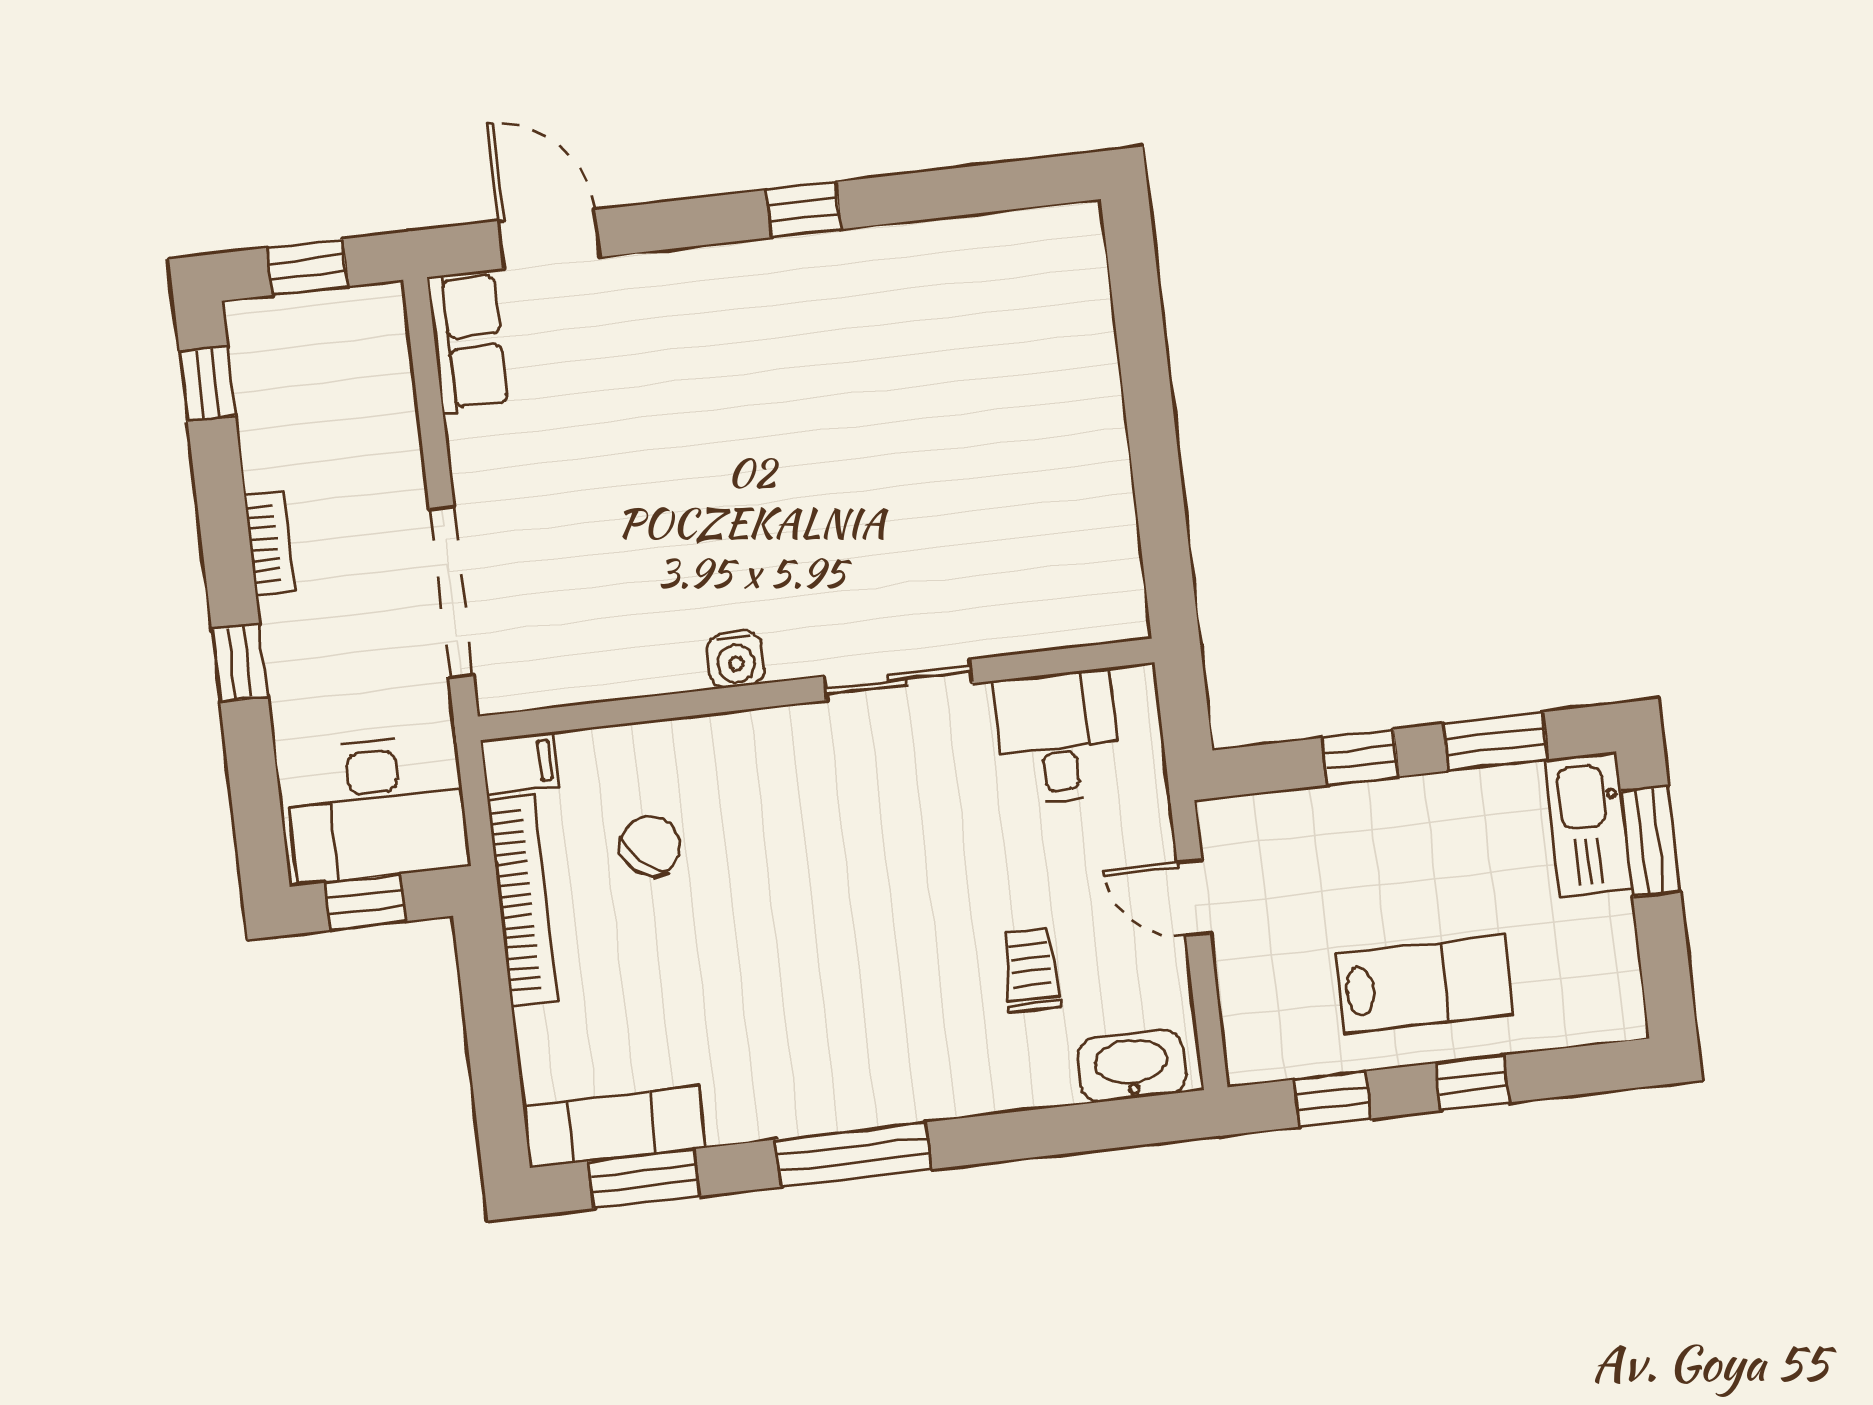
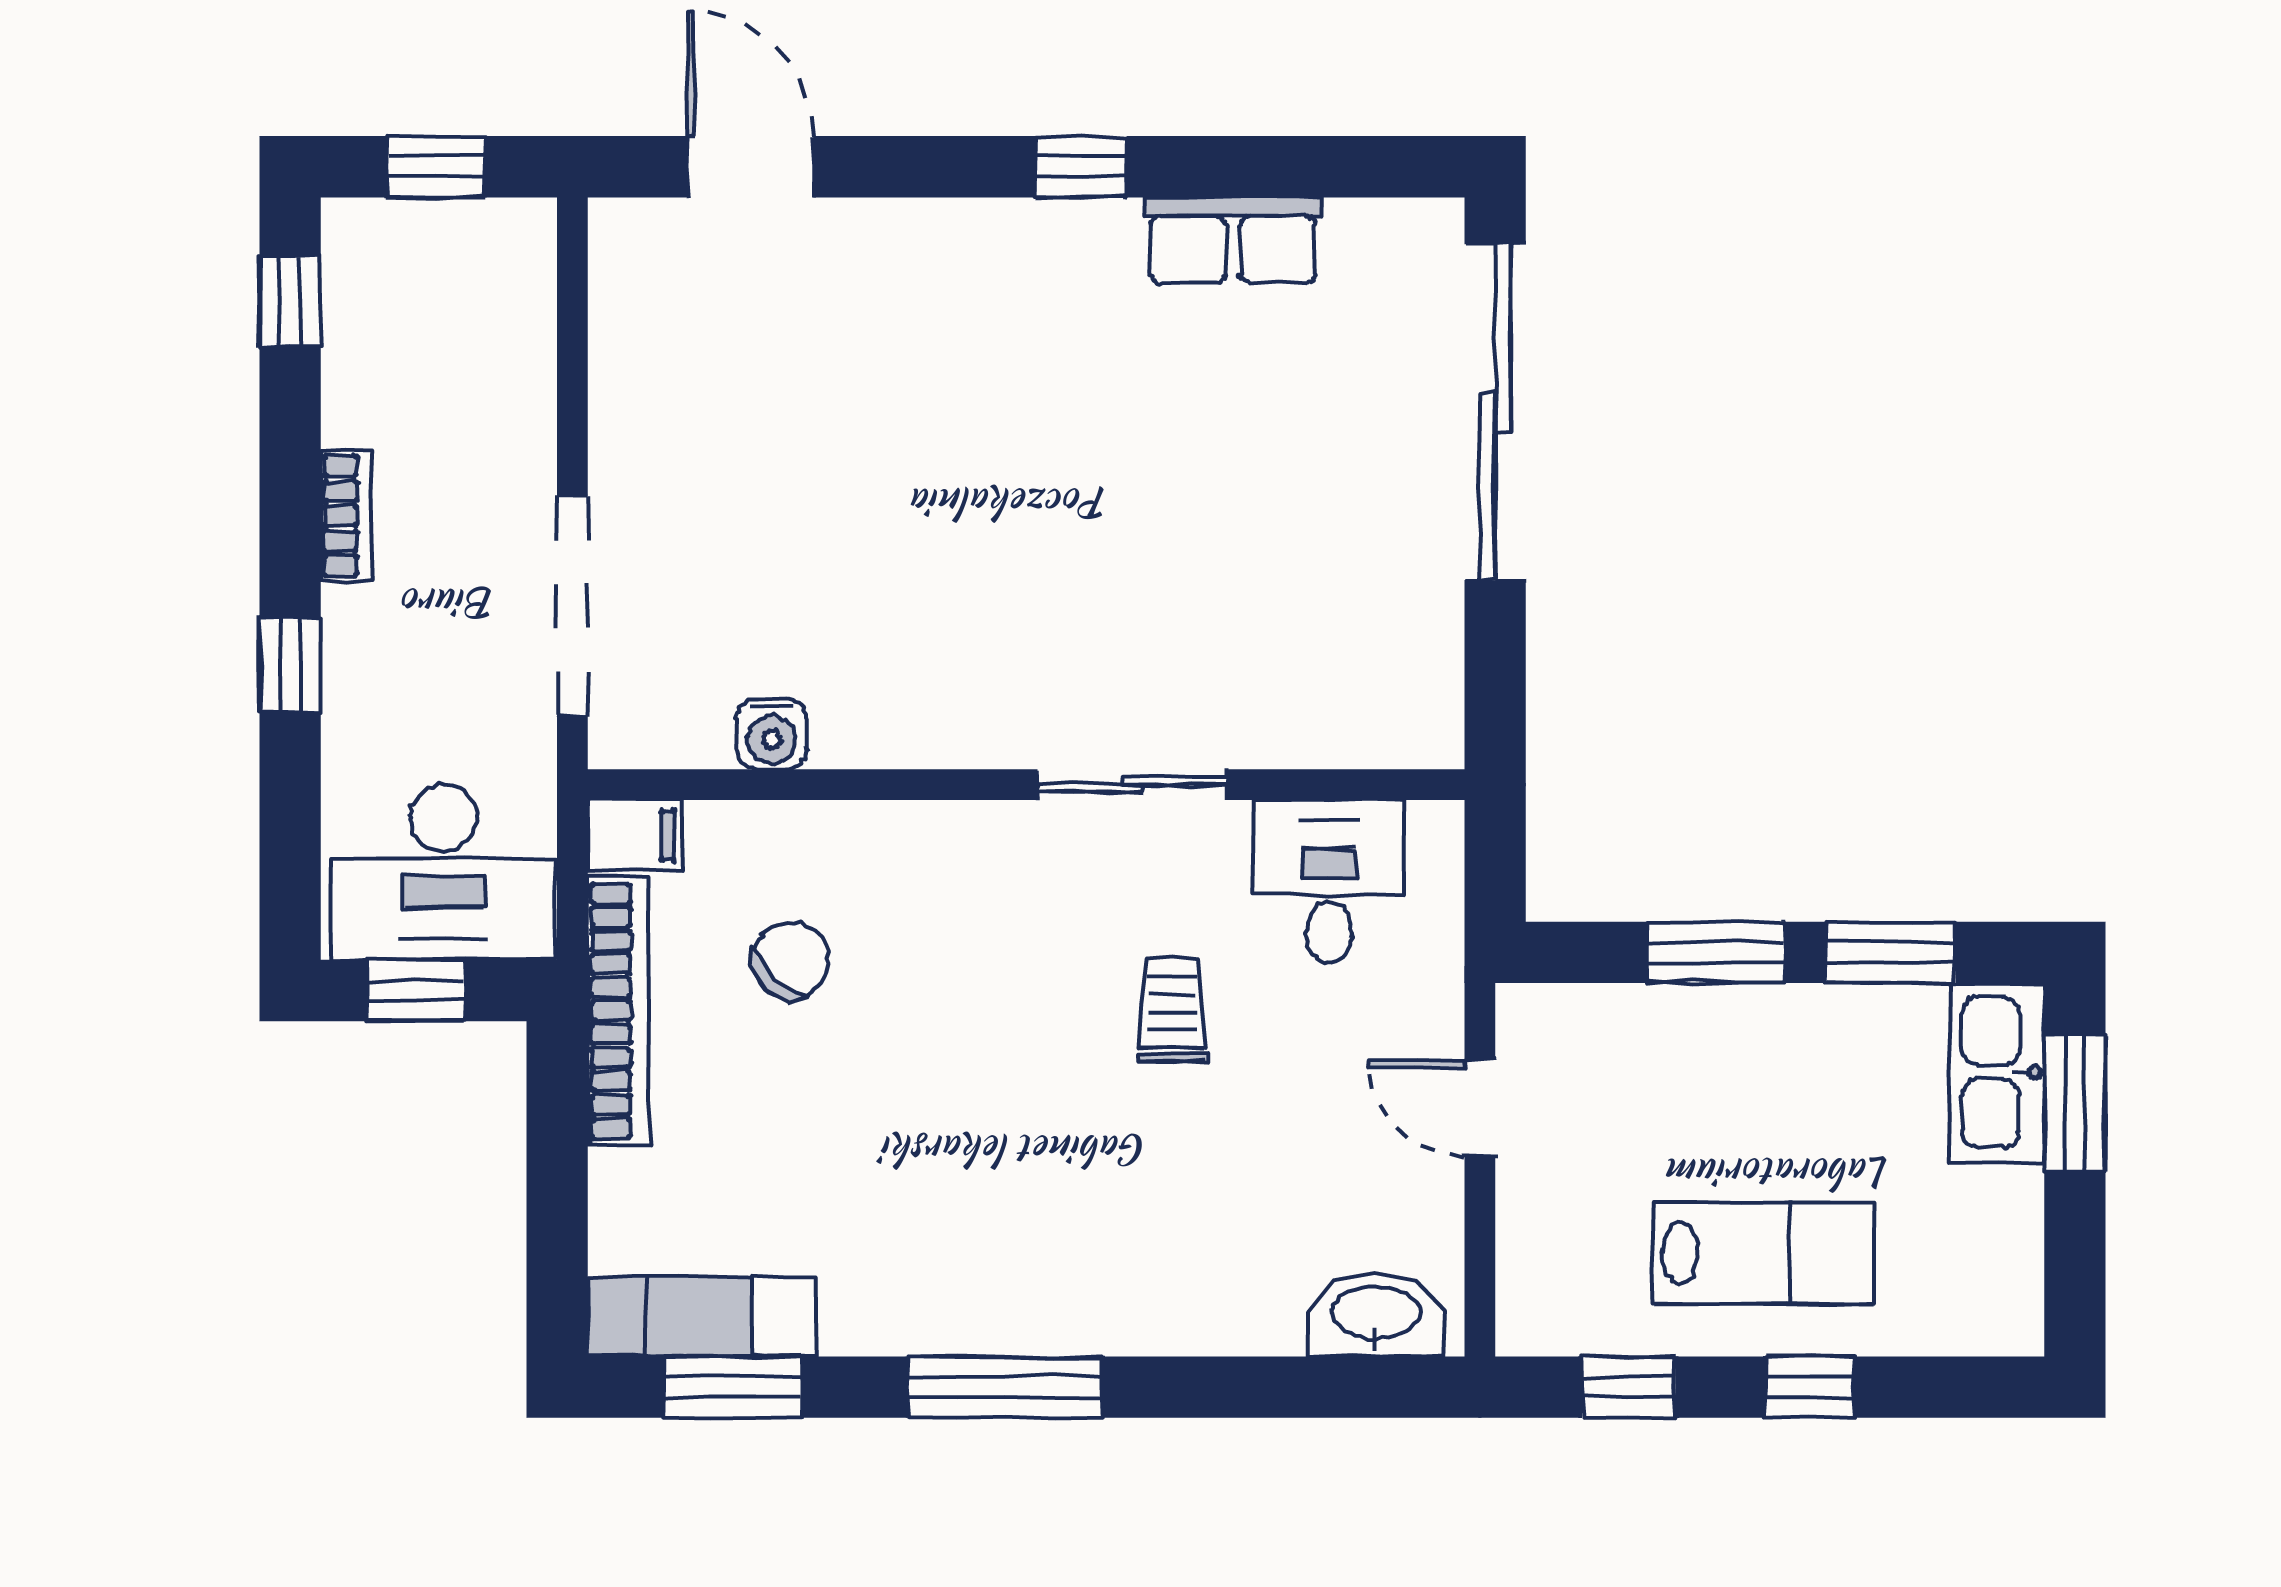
row of seats: (468, 342) -> (1233, 240), moved, turned 90
sliding door: (1143, 361) -> (1495, 412), added
water cooler: (736, 659) -> (772, 734), moved
window: (1361, 757) -> (1715, 952), width x1.50
trolley: (1031, 970) -> (1172, 1010), moved

